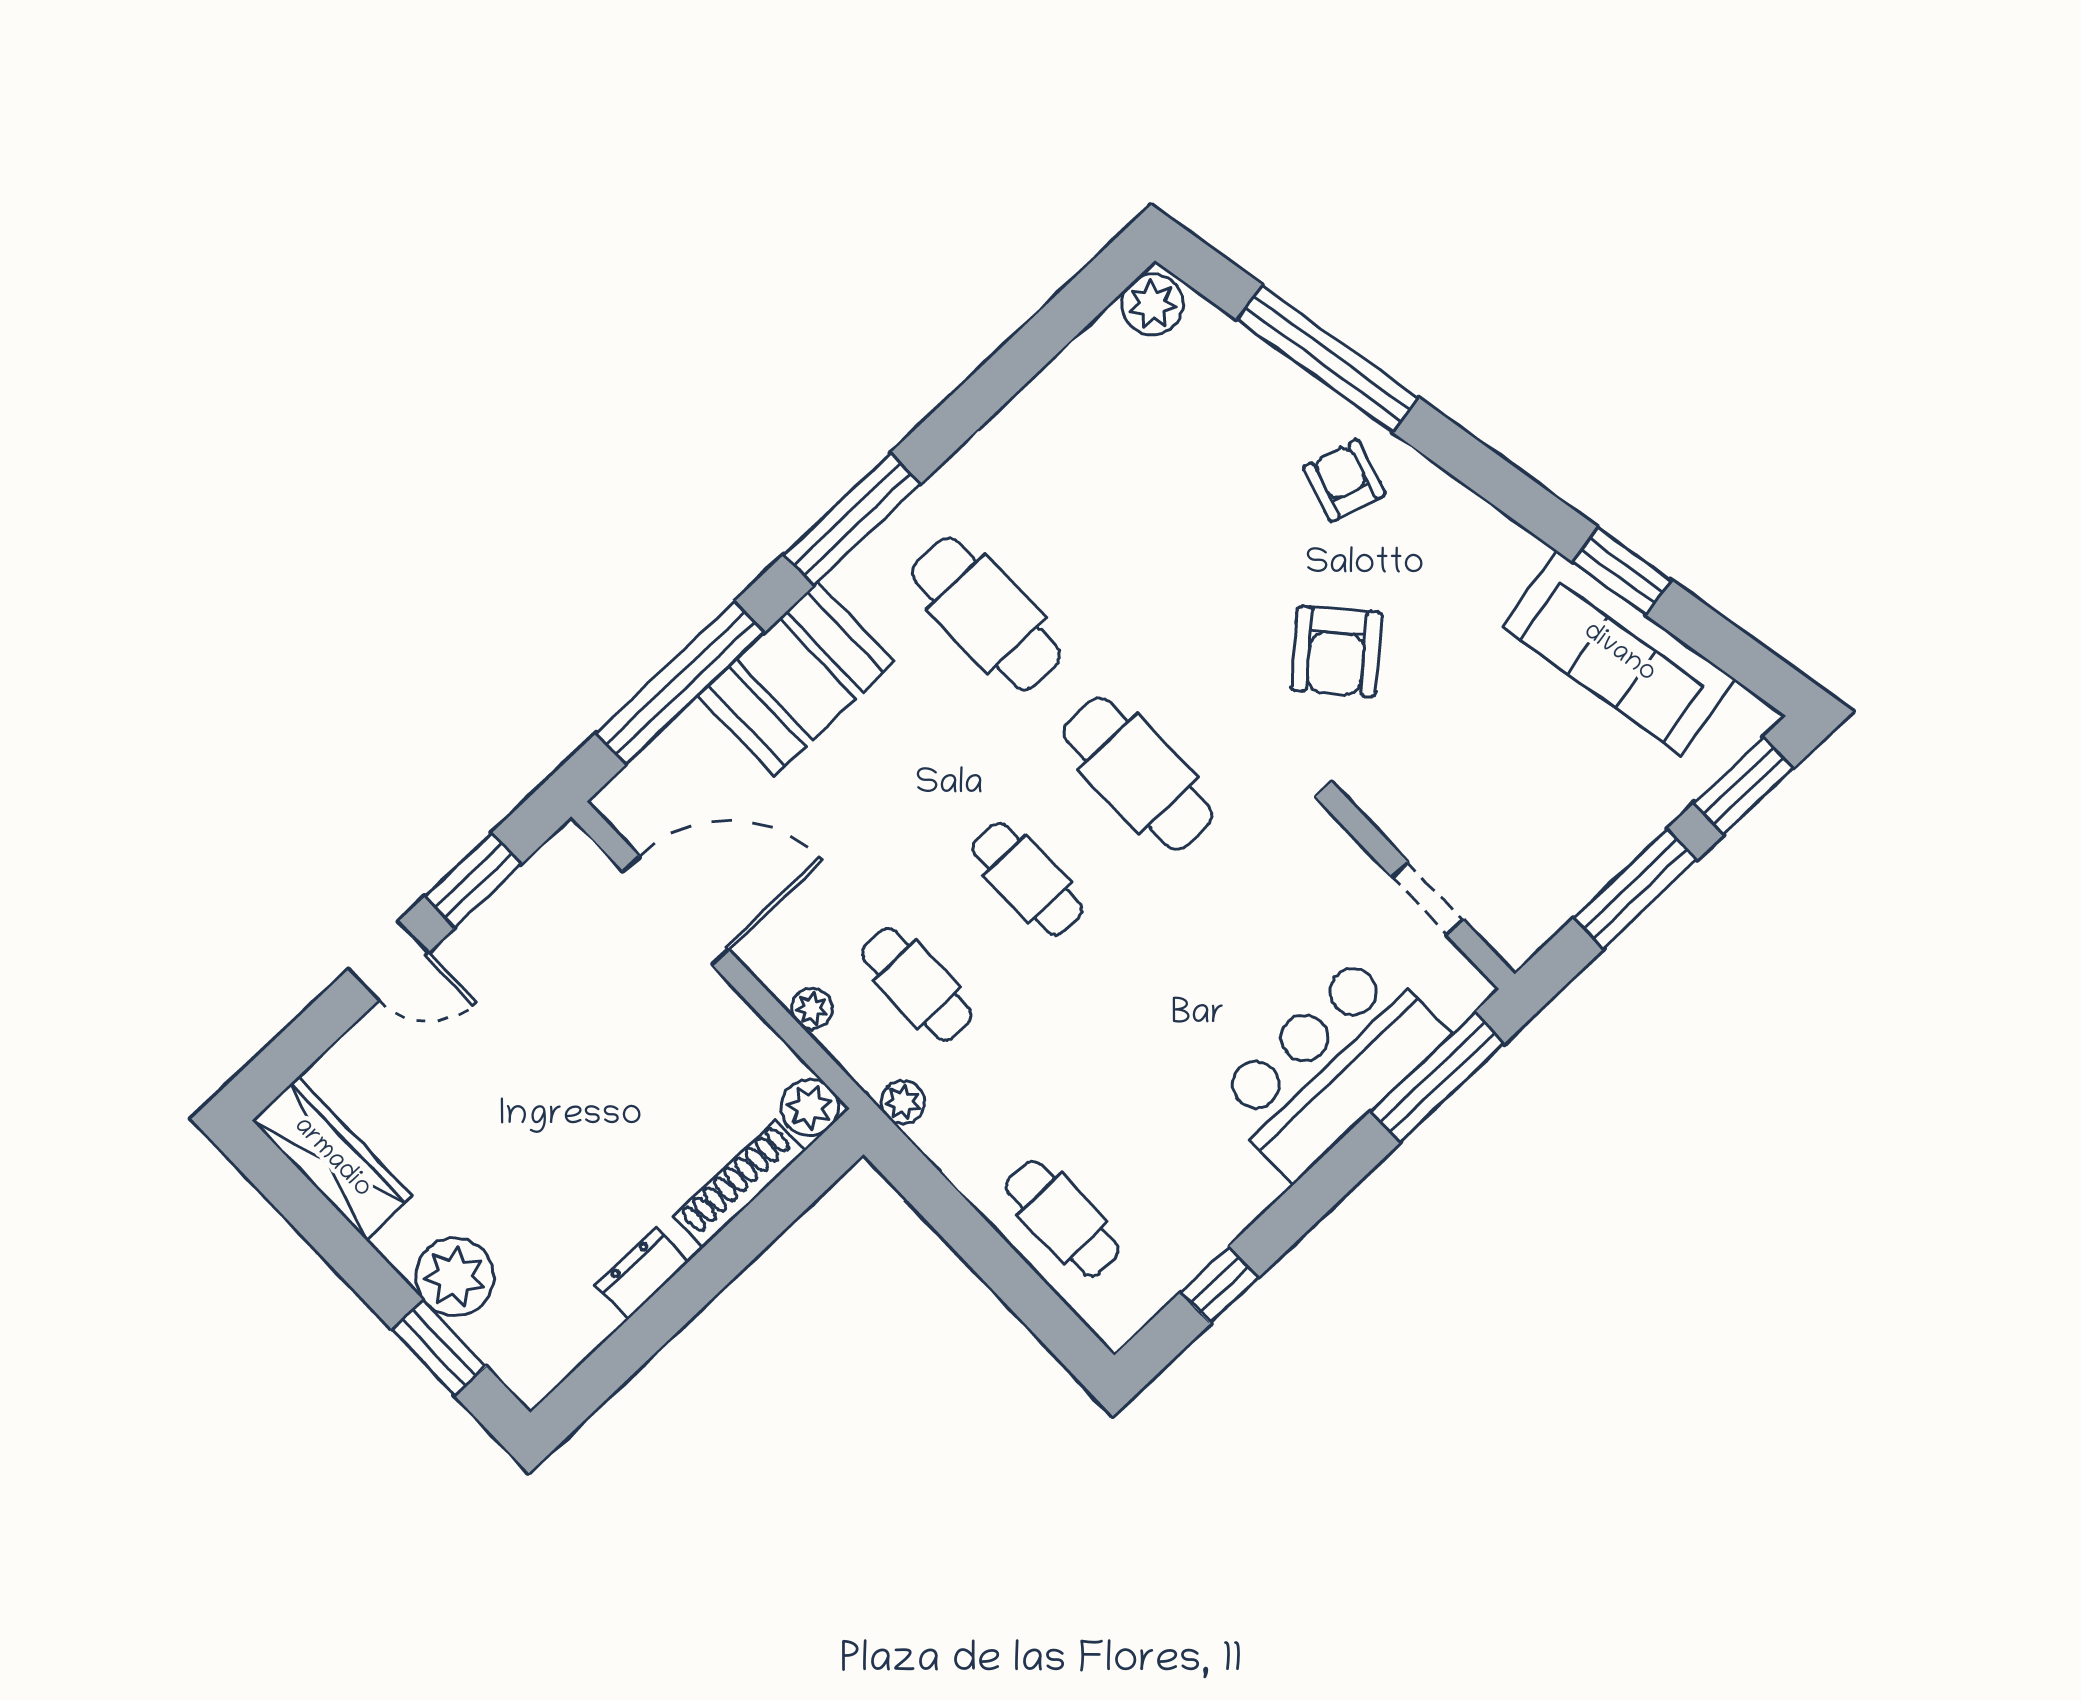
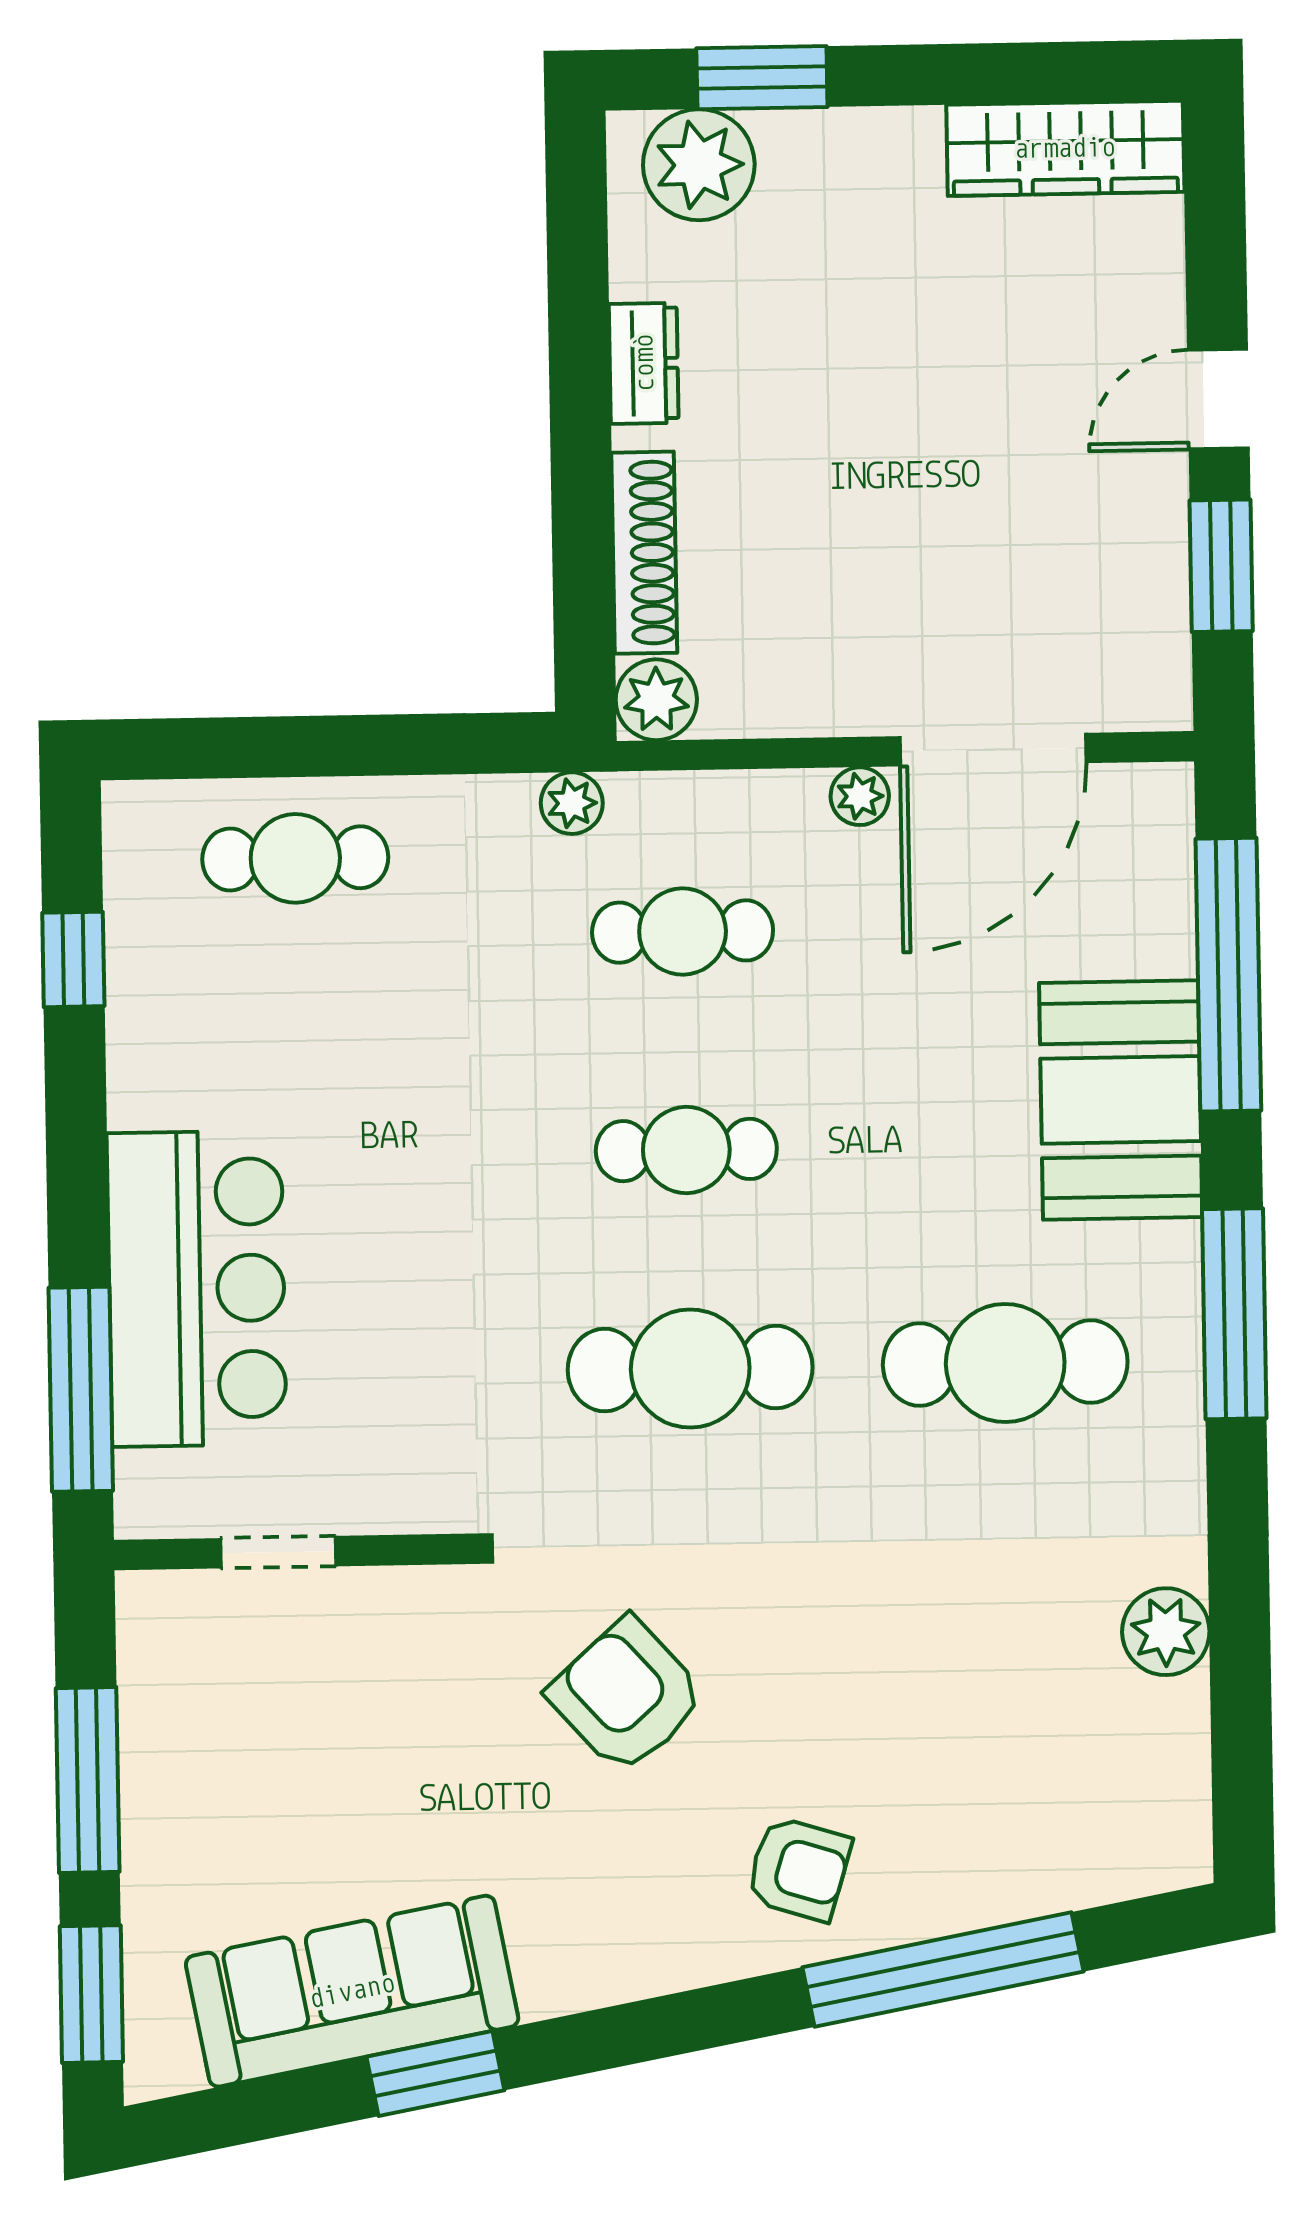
plant: (1153, 305) -> (1166, 1632), moved
plant: (812, 1009) -> (860, 796), moved
plant: (455, 1277) -> (699, 165), moved

